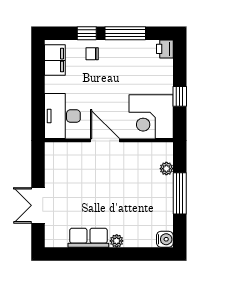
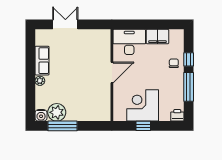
filing cabinet: (55, 60) -> (157, 37), moved
corner desk: (151, 117) -> (143, 105), moved
plant: (166, 169) -> (57, 112), moved, width x1.88, depth x1.88
window: (180, 193) -> (63, 126), moved

